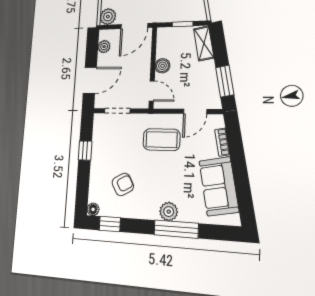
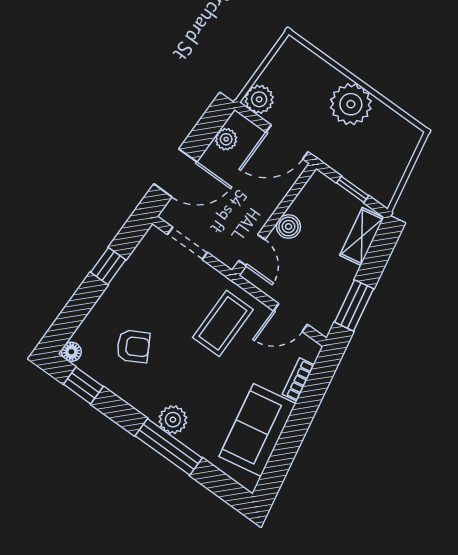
coffee table: (162, 140) -> (223, 323), turned 90

